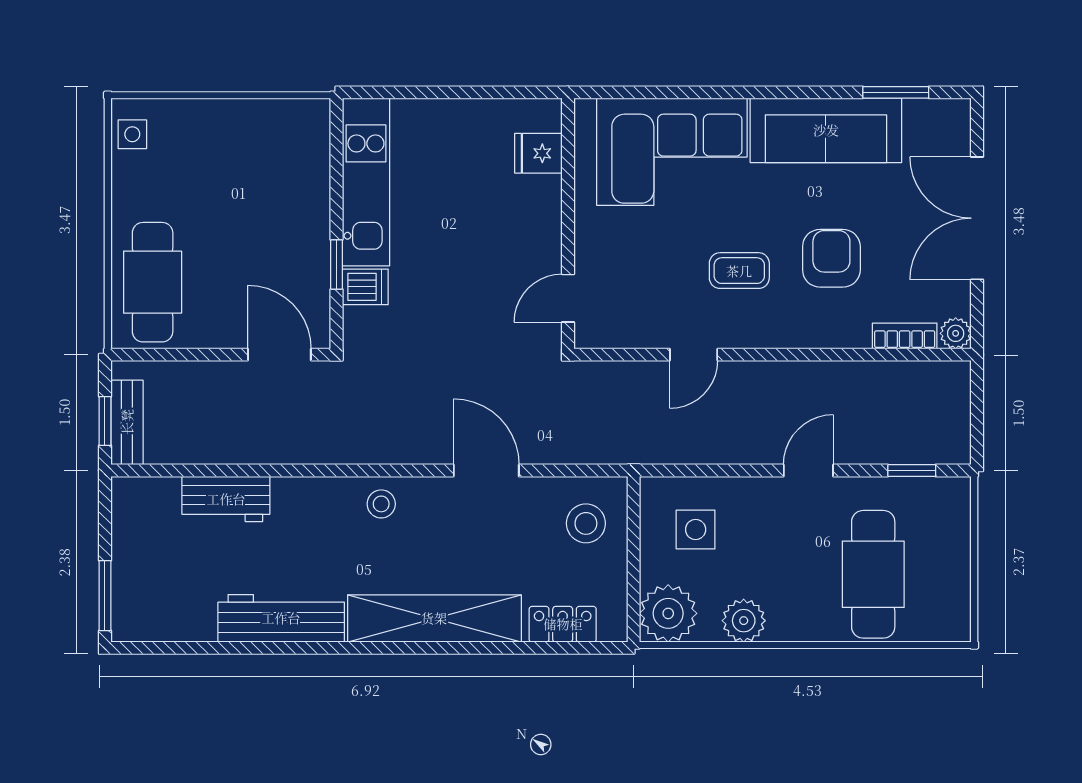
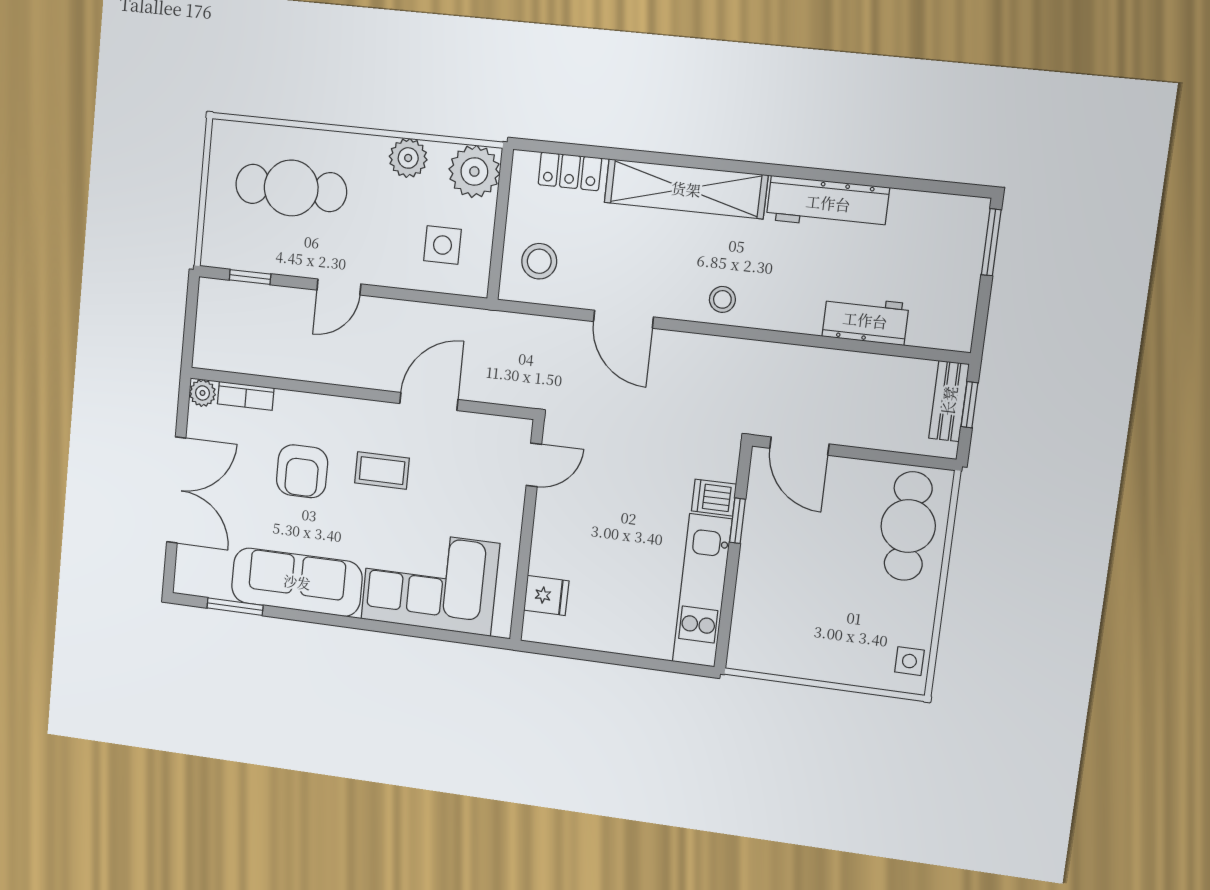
door: (694, 355) -> (429, 401), width x1.38
cafe table: (873, 574) -> (291, 188), turned 90

